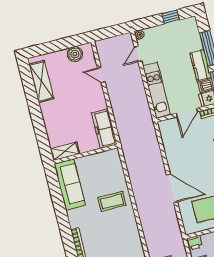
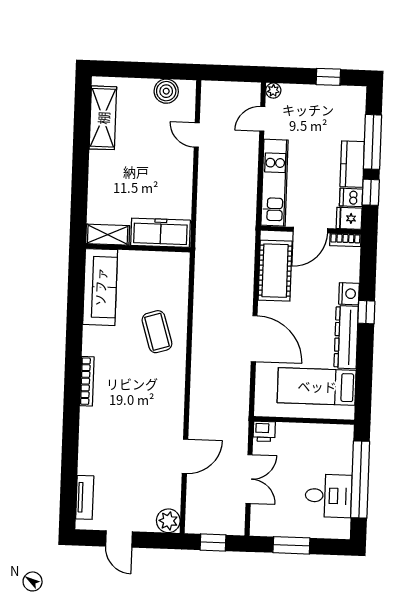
freezer: (104, 129) -> (160, 233), moved, turned 90
cot: (173, 143) -> (275, 271), added
coffee table: (112, 201) -> (157, 332), turned 73

